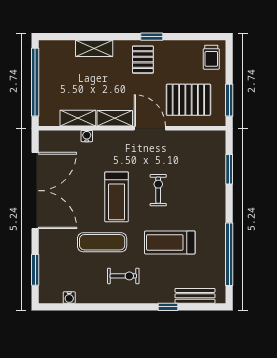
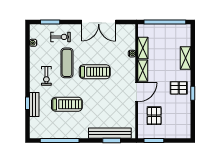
trolley: (211, 57) -> (180, 130), removed
pallet: (188, 100) -> (154, 116), width x0.67, depth x0.71
bench: (217, 172) -> (110, 133), added
exercise bike: (158, 190) -> (61, 37), moved
double door: (35, 191) -> (99, 22), width x0.73
treadmill: (117, 197) -> (95, 72), turned 180
treadmill: (170, 242) -> (67, 104), turned 90
bench: (195, 296) -> (34, 105), moved

